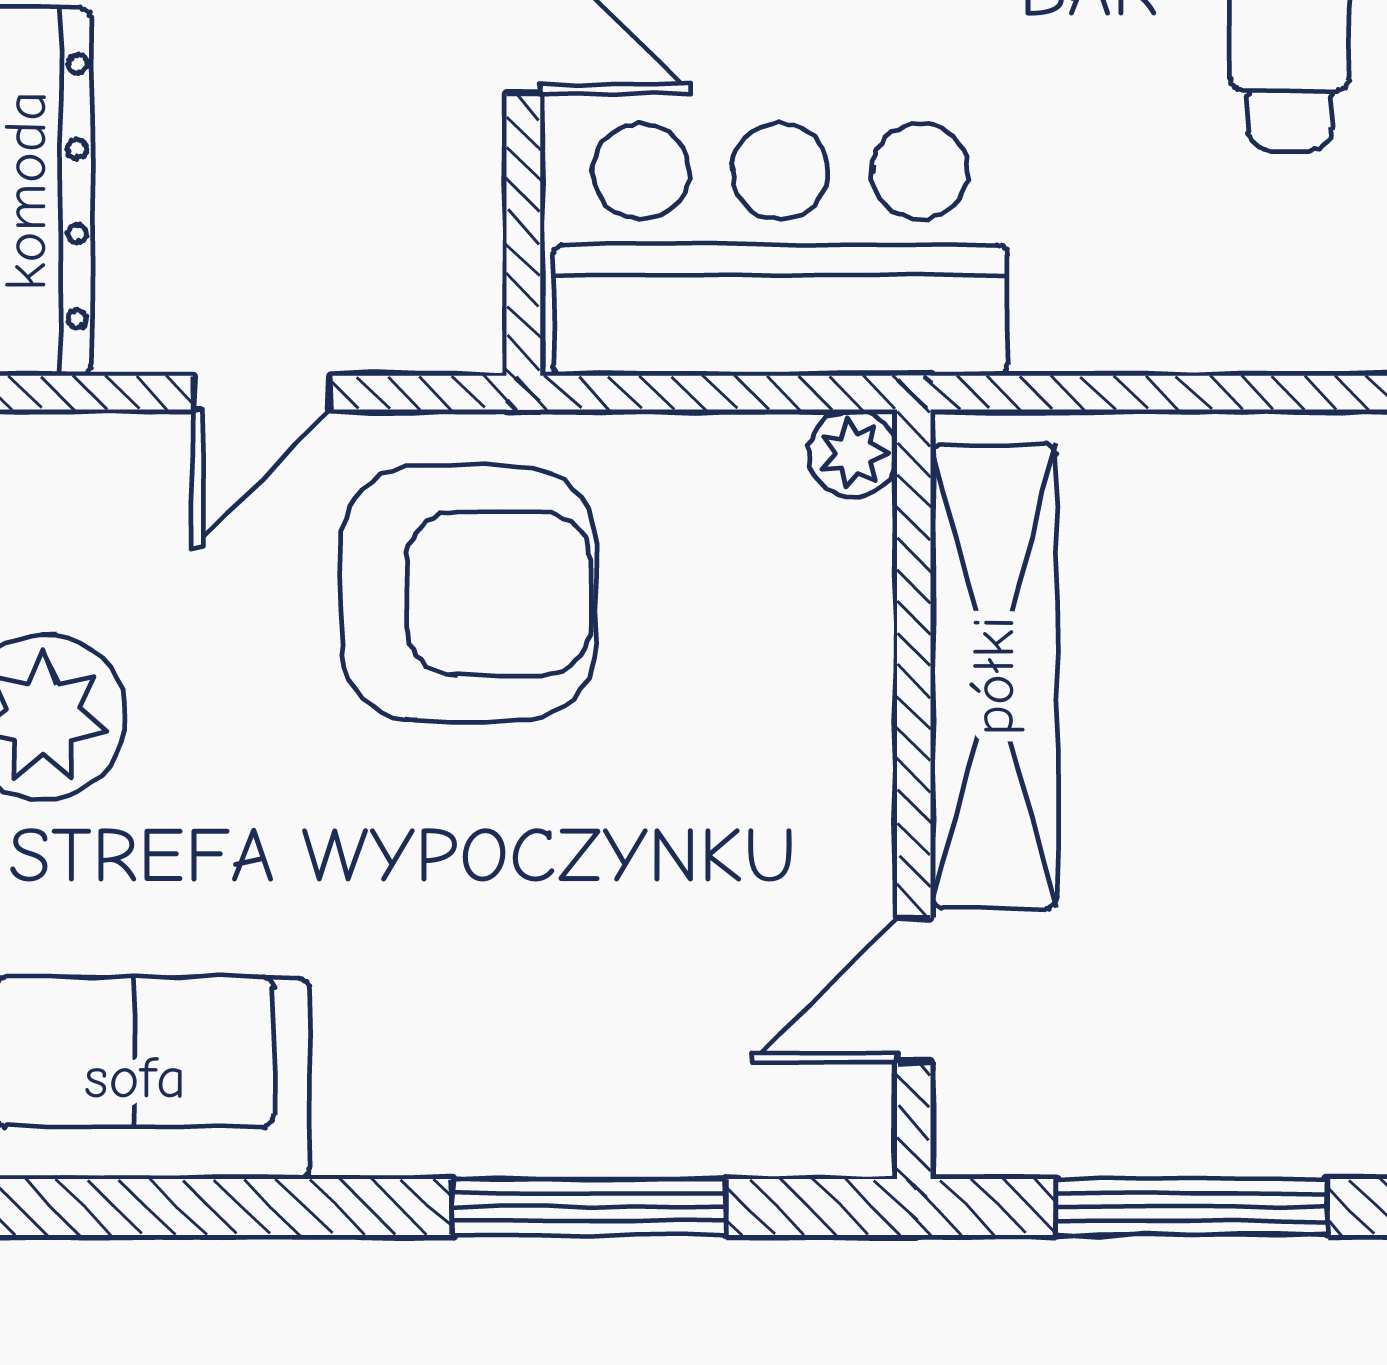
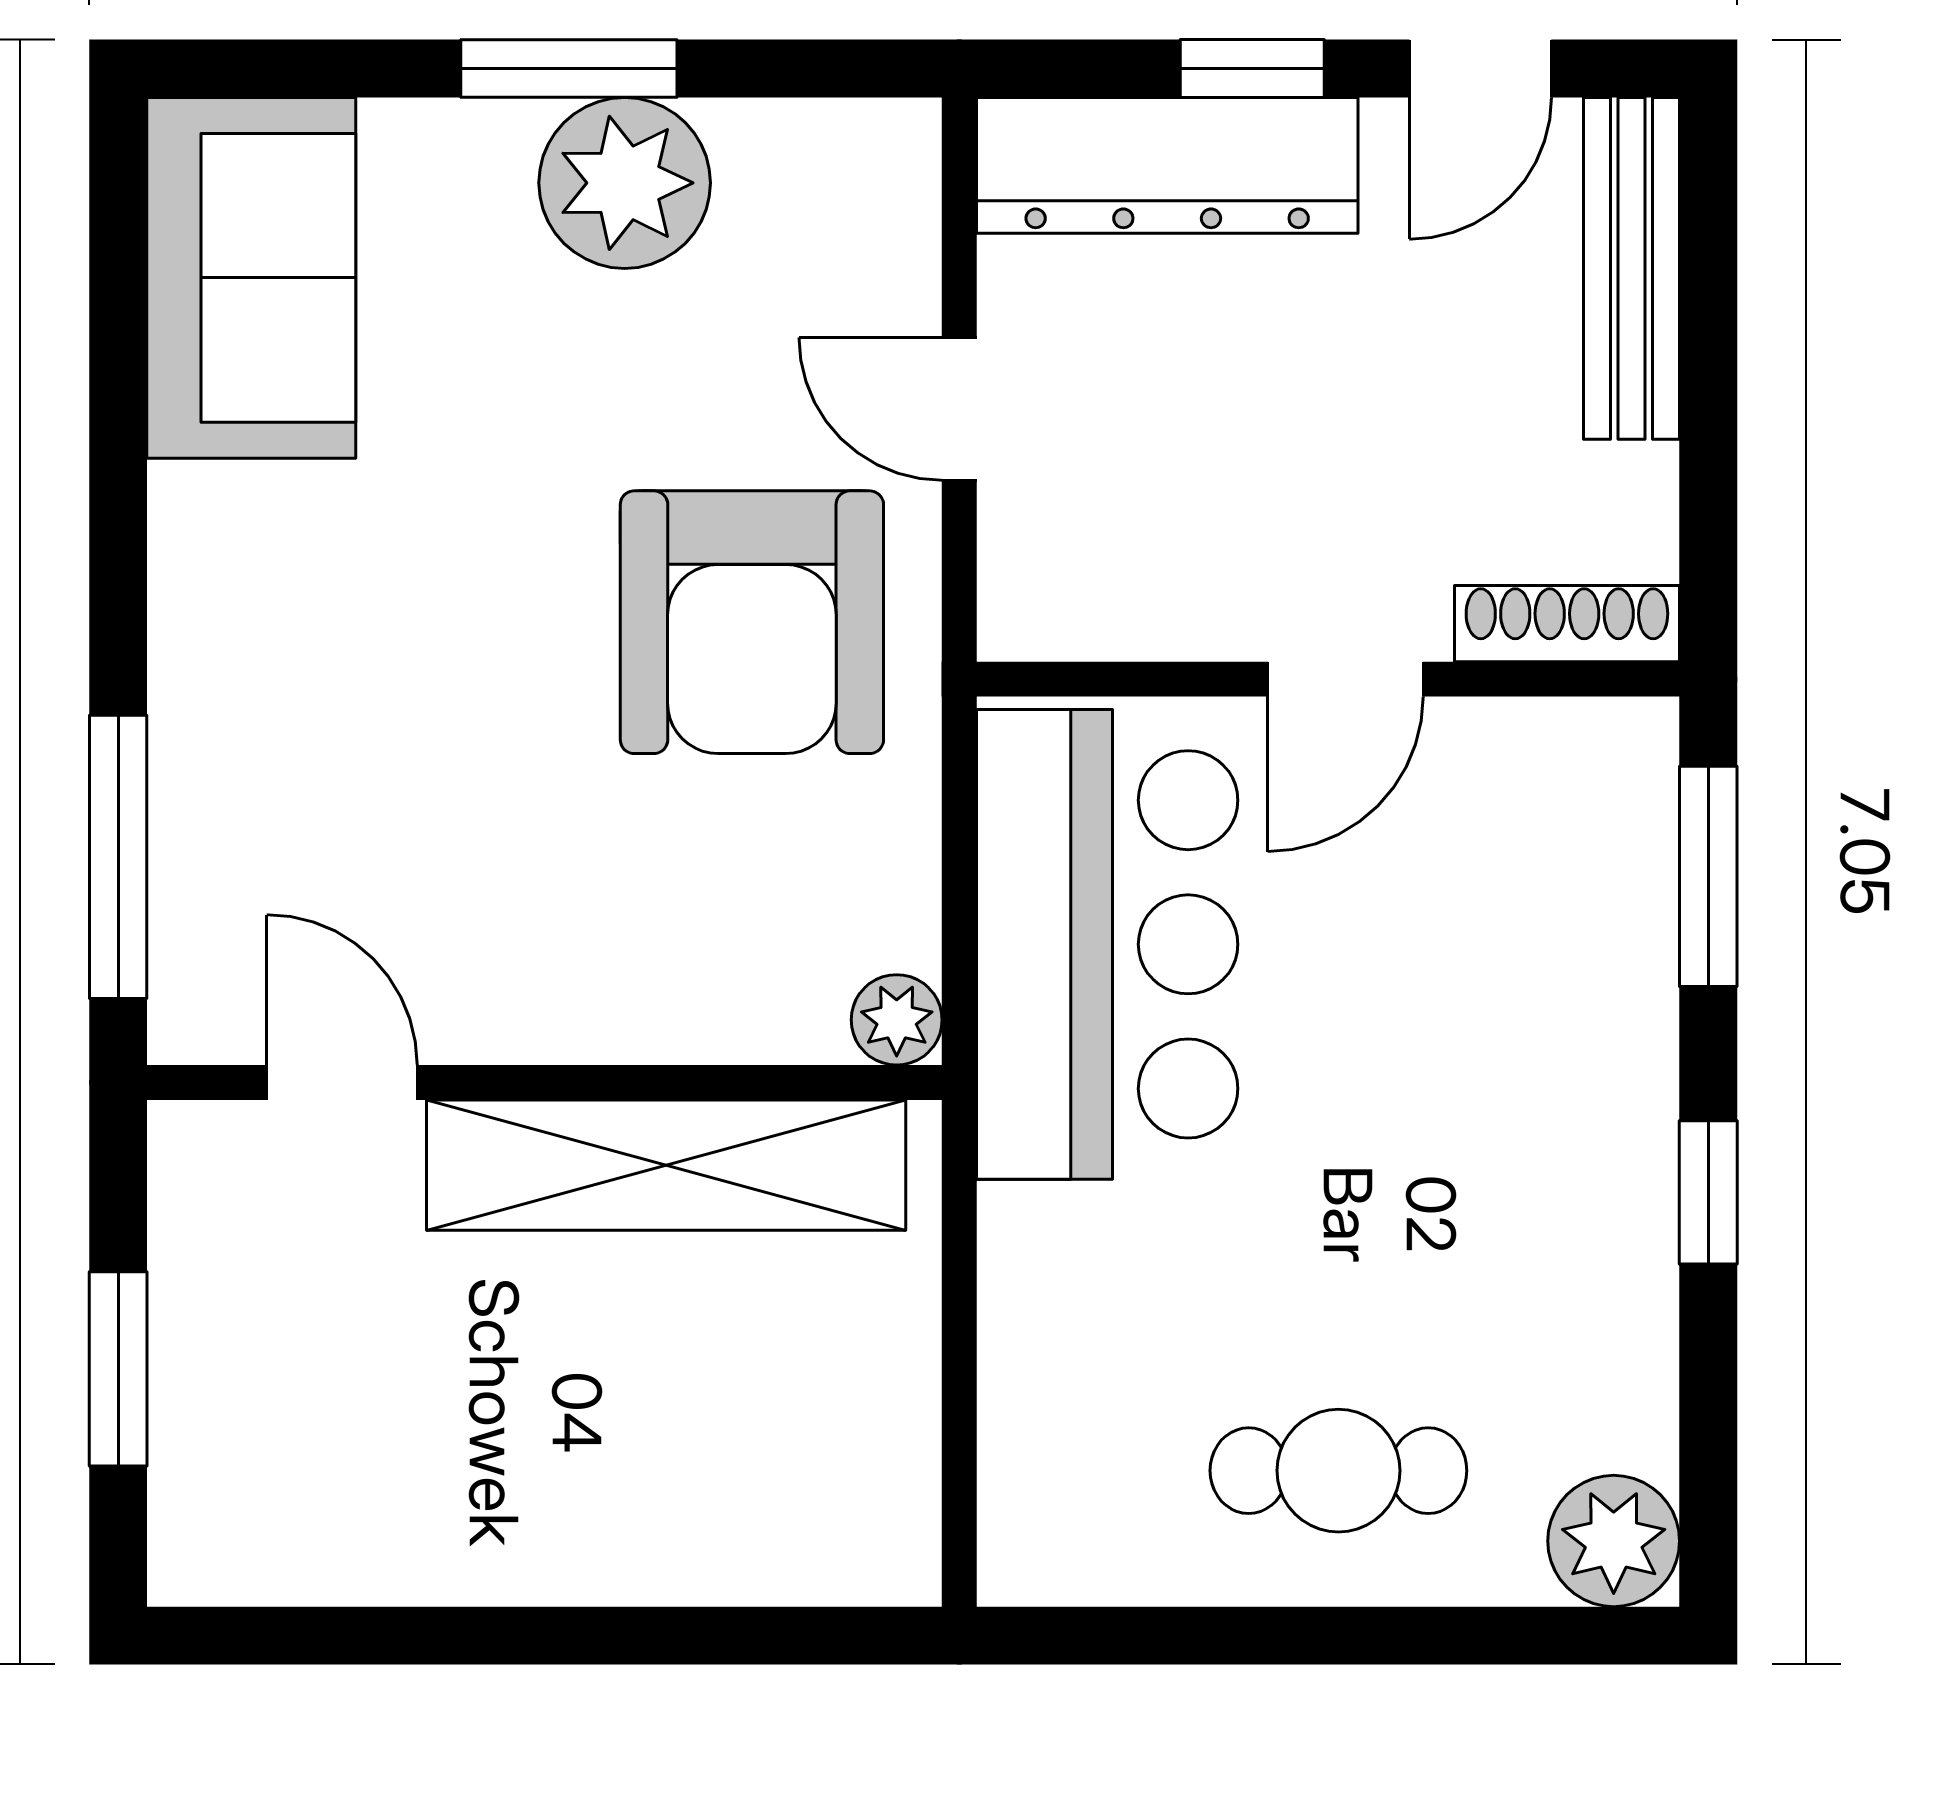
window: (589, 1207) -> (118, 857), moved
window: (1191, 1207) -> (118, 1369), width x0.69

